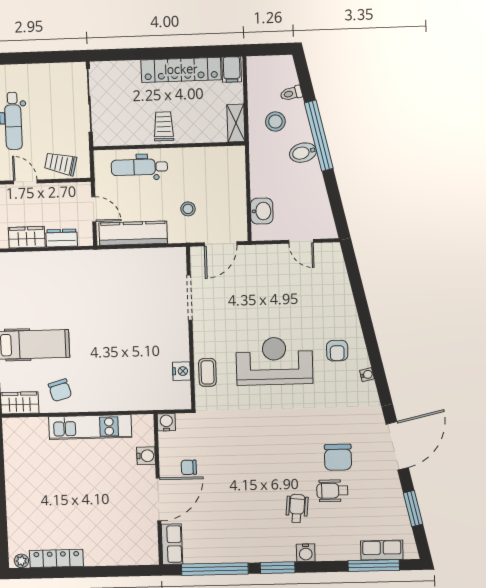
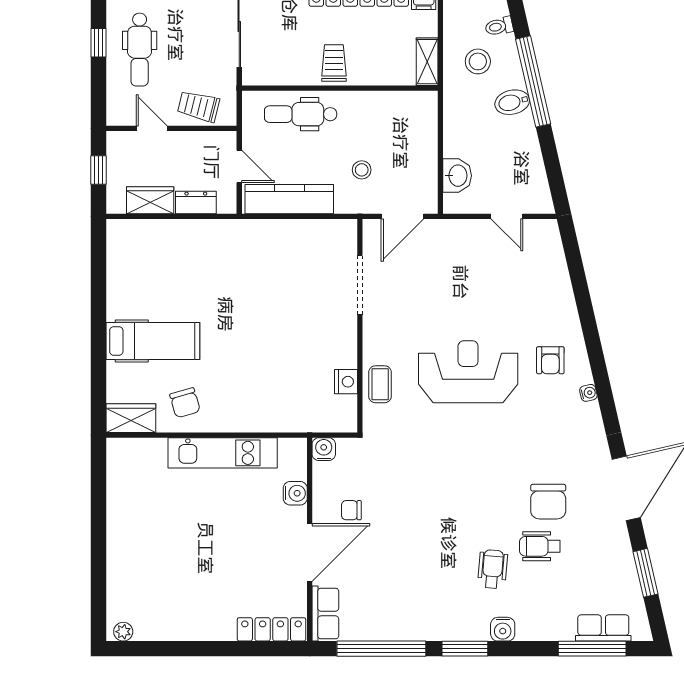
locker: (56, 558) -> (271, 629), moved

